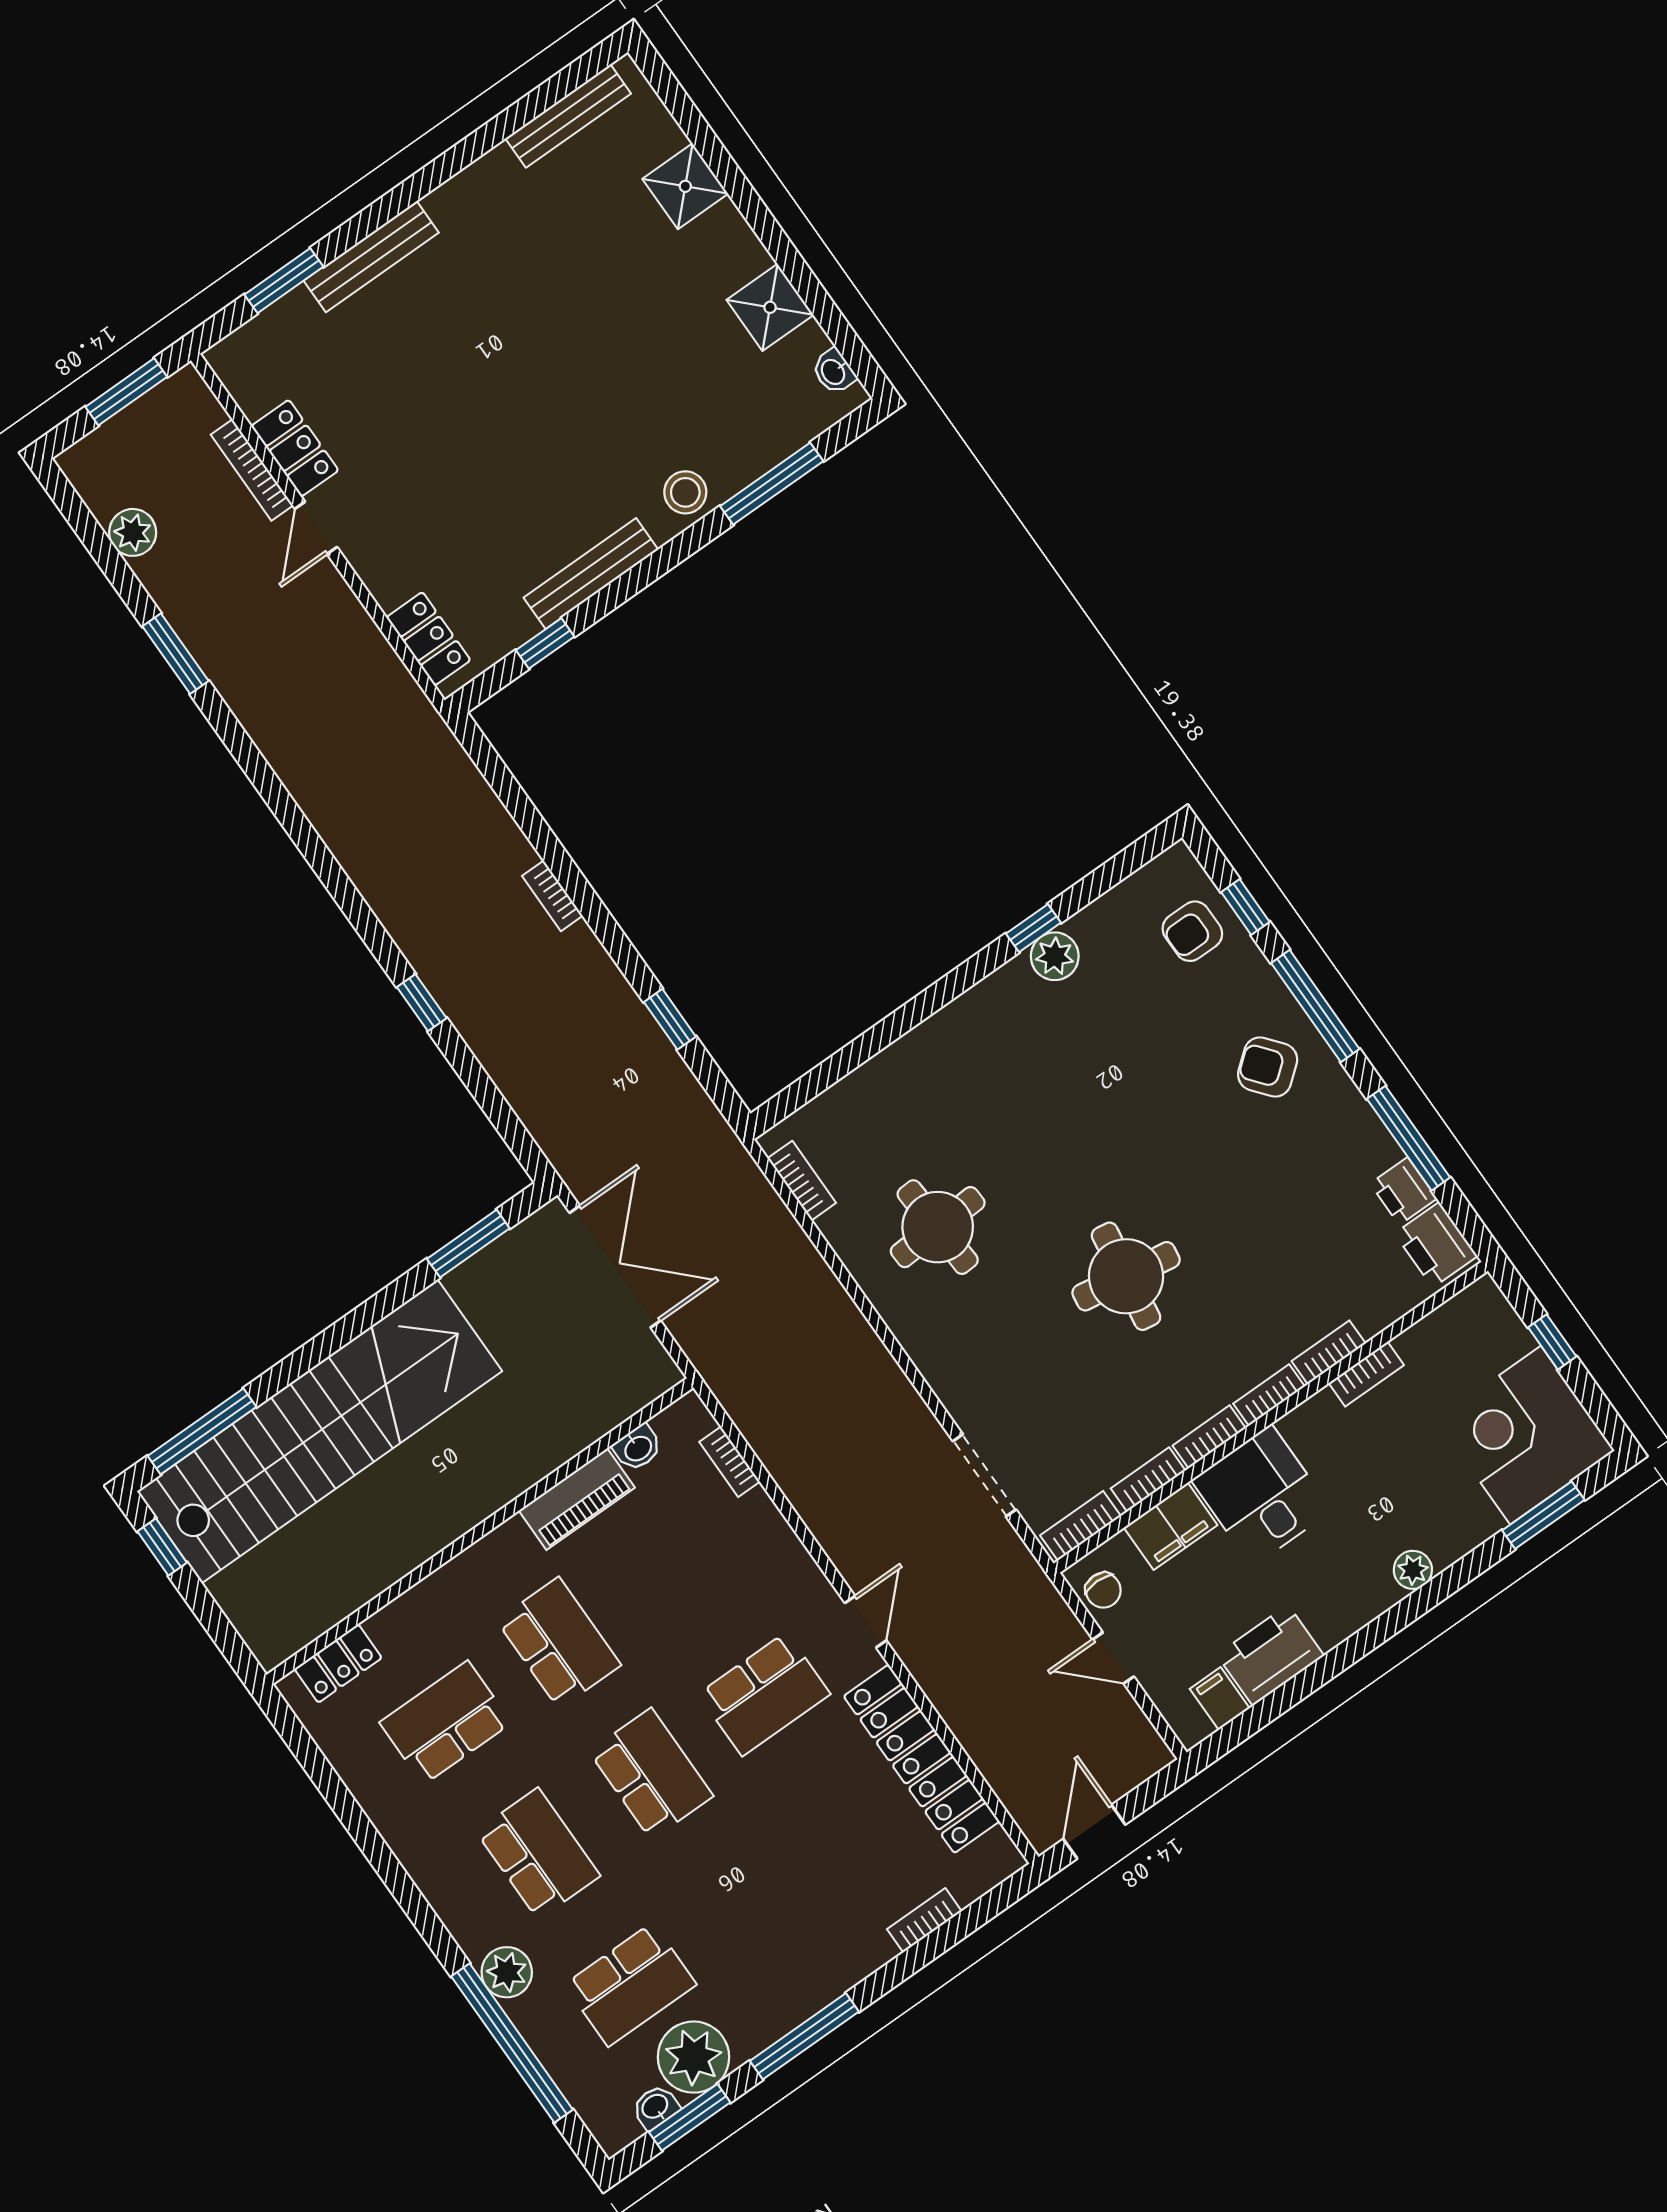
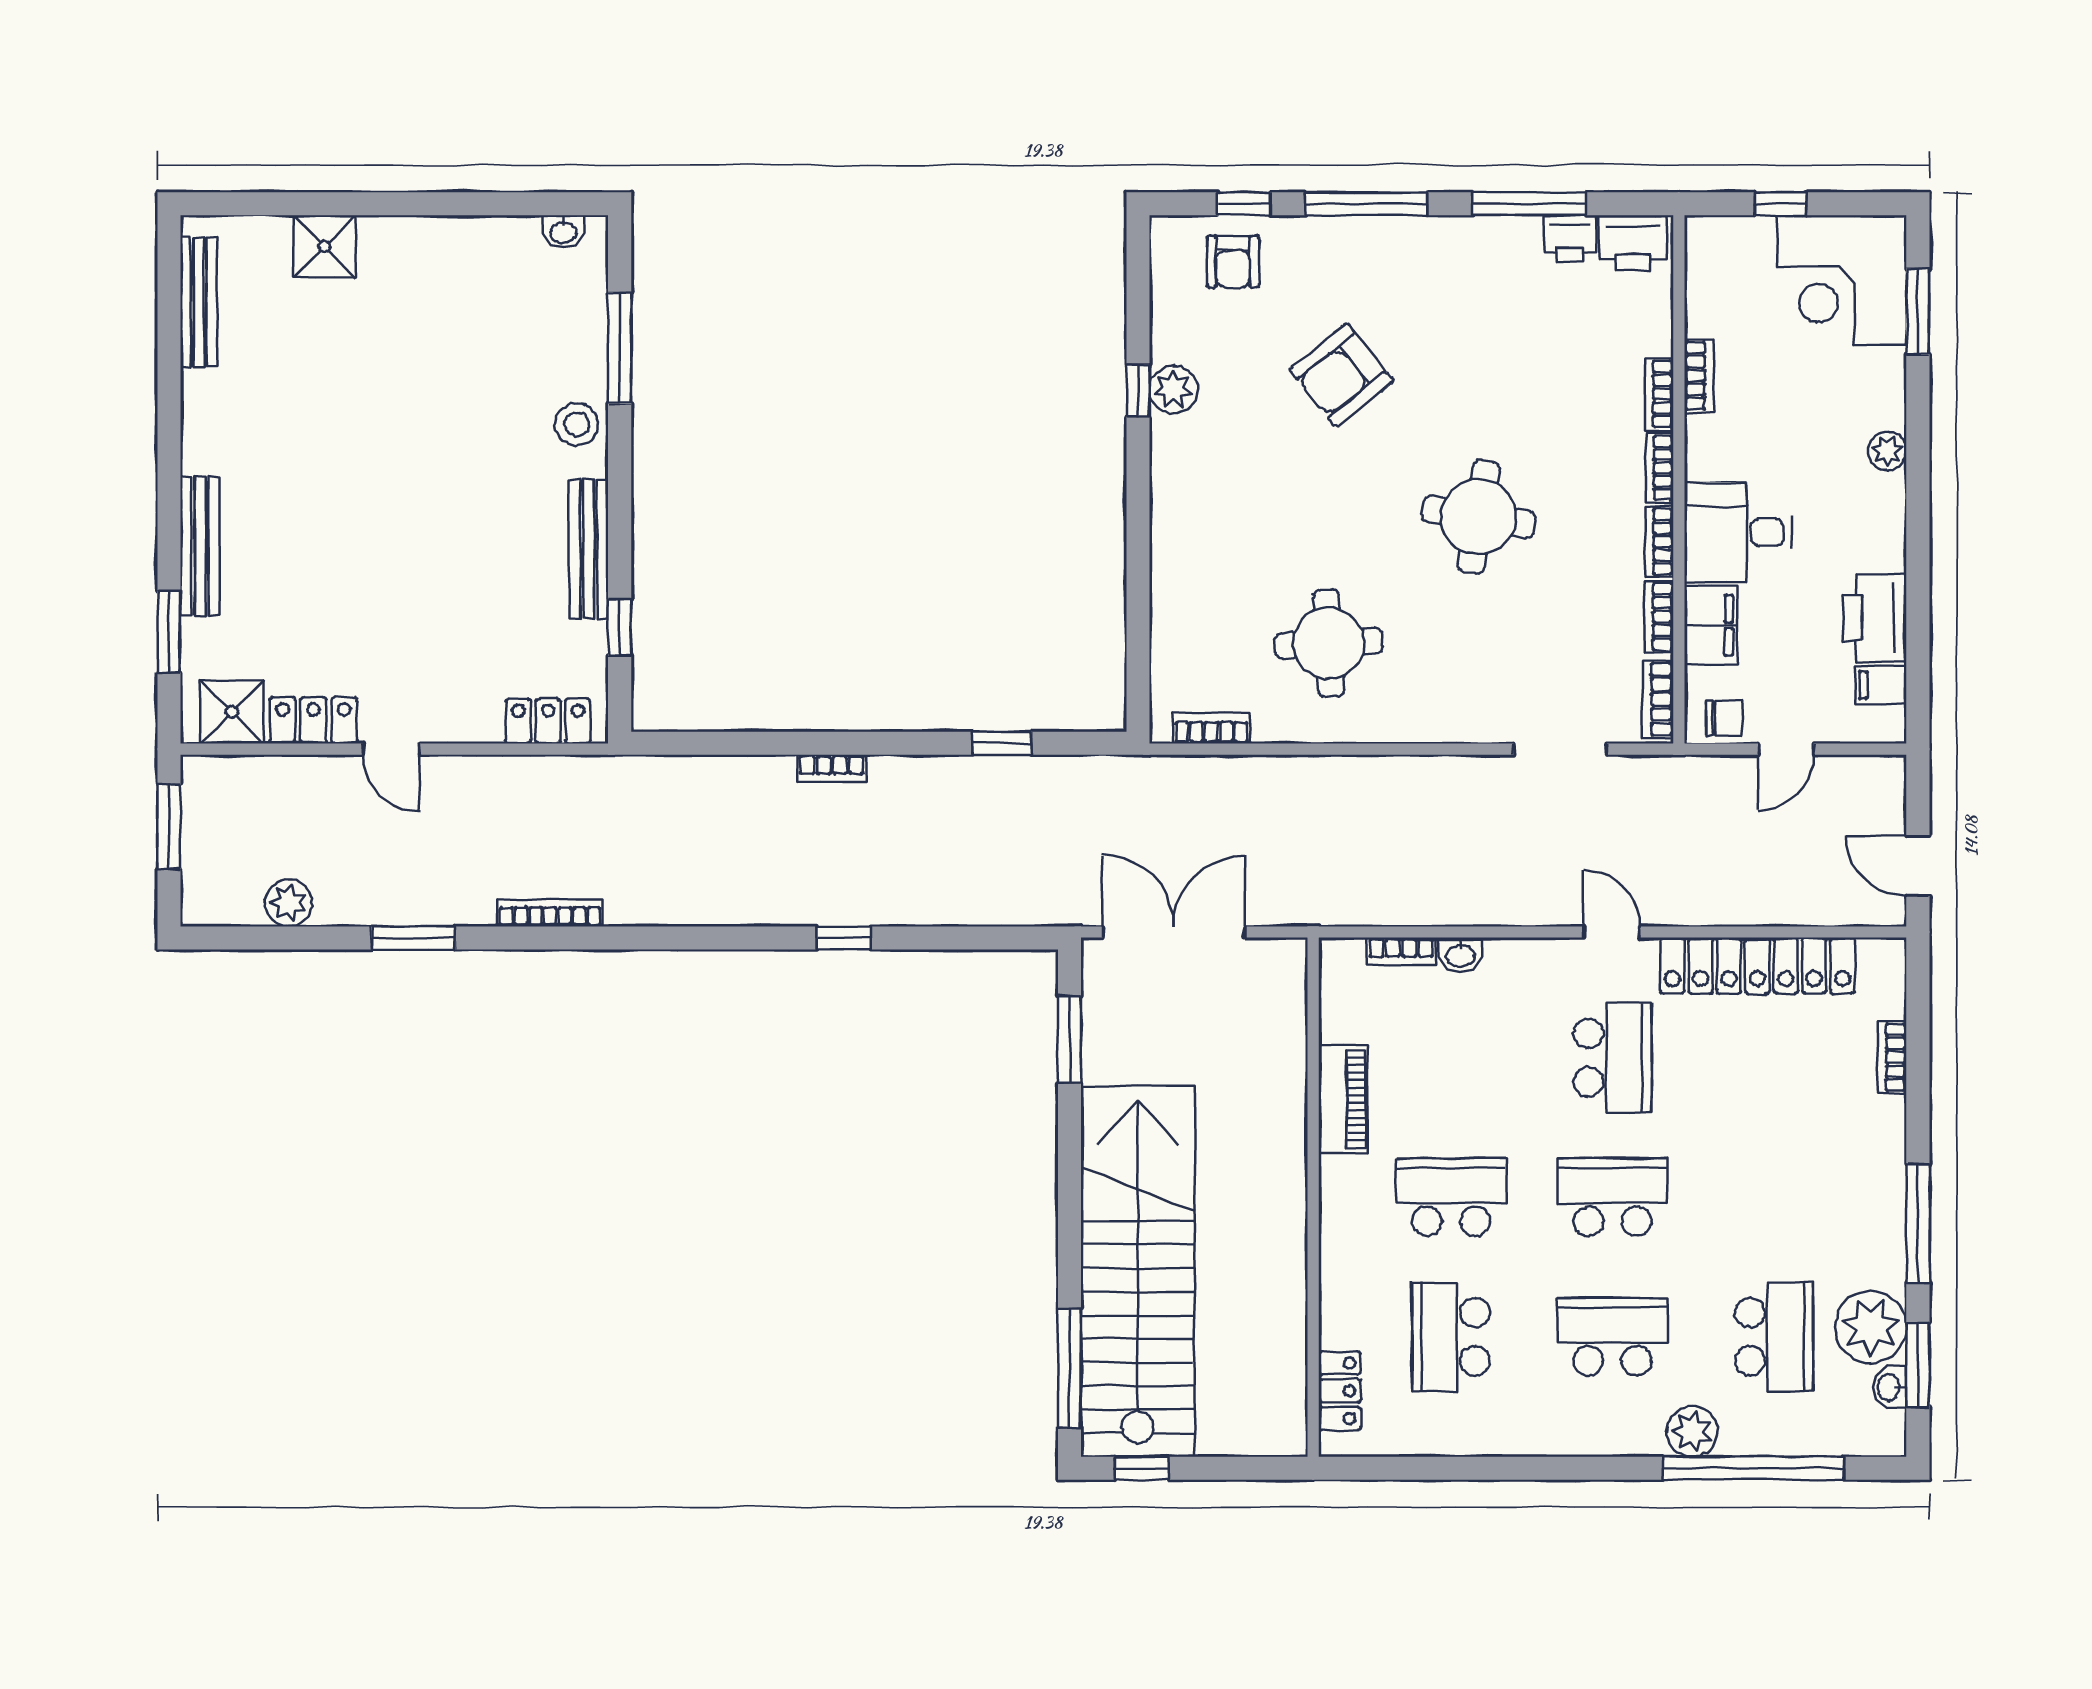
shower: (770, 307) -> (232, 712), moved
bookcase: (252, 470) -> (550, 913), moved, turned 180
armchair: (1268, 1067) -> (1341, 375), moved, width x1.38, depth x1.38
washbasin: (638, 1448) -> (1461, 955), moved, turned 90

